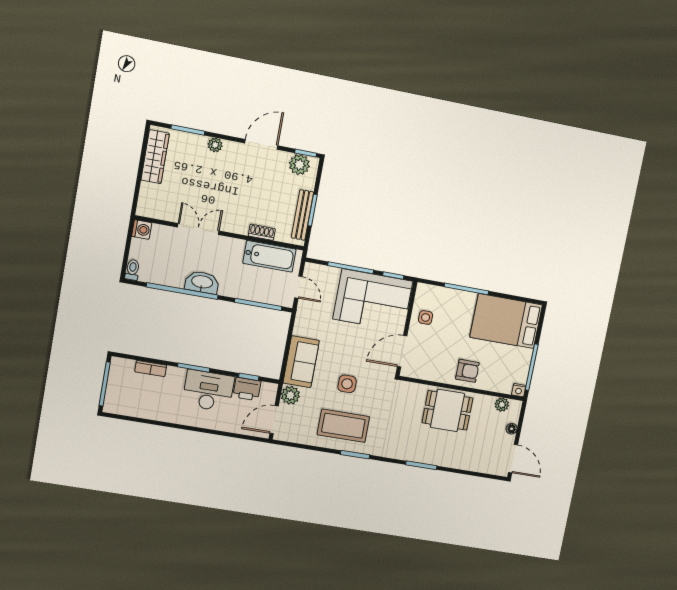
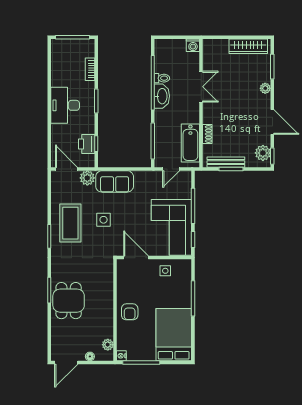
toilet: (132, 270) -> (162, 78), moved
desk: (208, 391) -> (65, 105), moved, turned 180
dining table: (447, 410) -> (69, 301), moved

